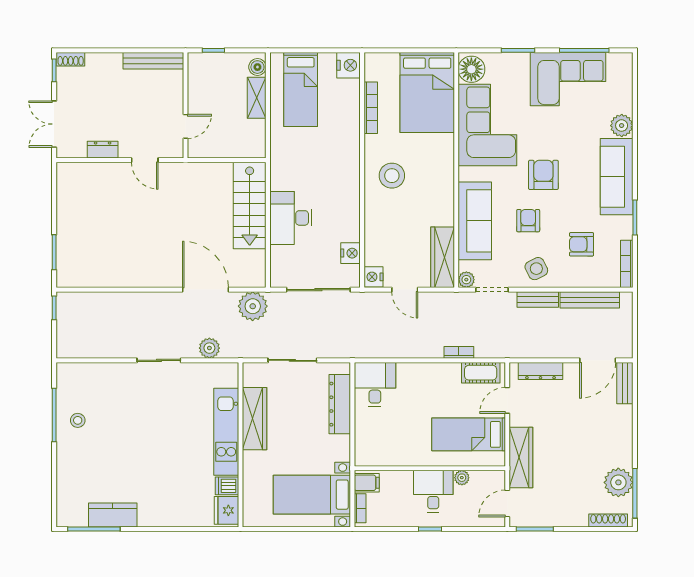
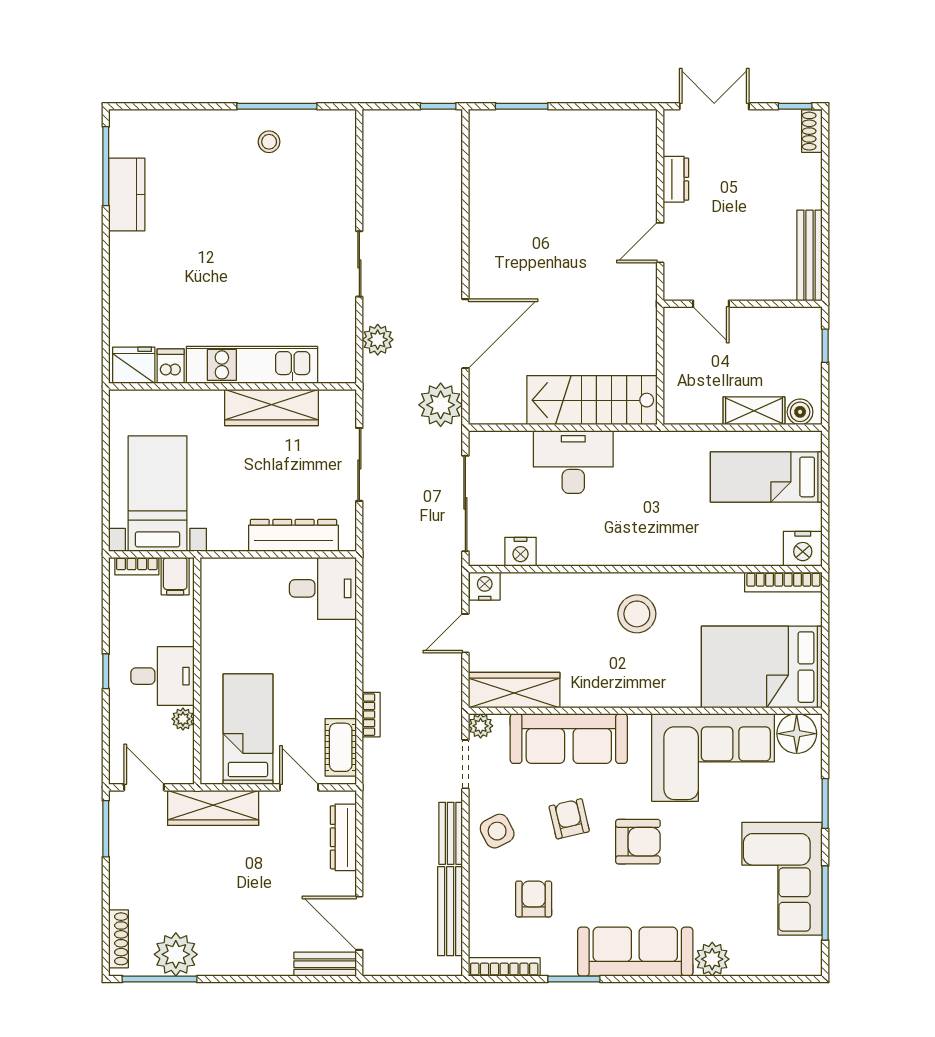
bookcase: (371, 108) -> (783, 582), moved
armchair: (528, 221) -> (569, 819), turned -103

